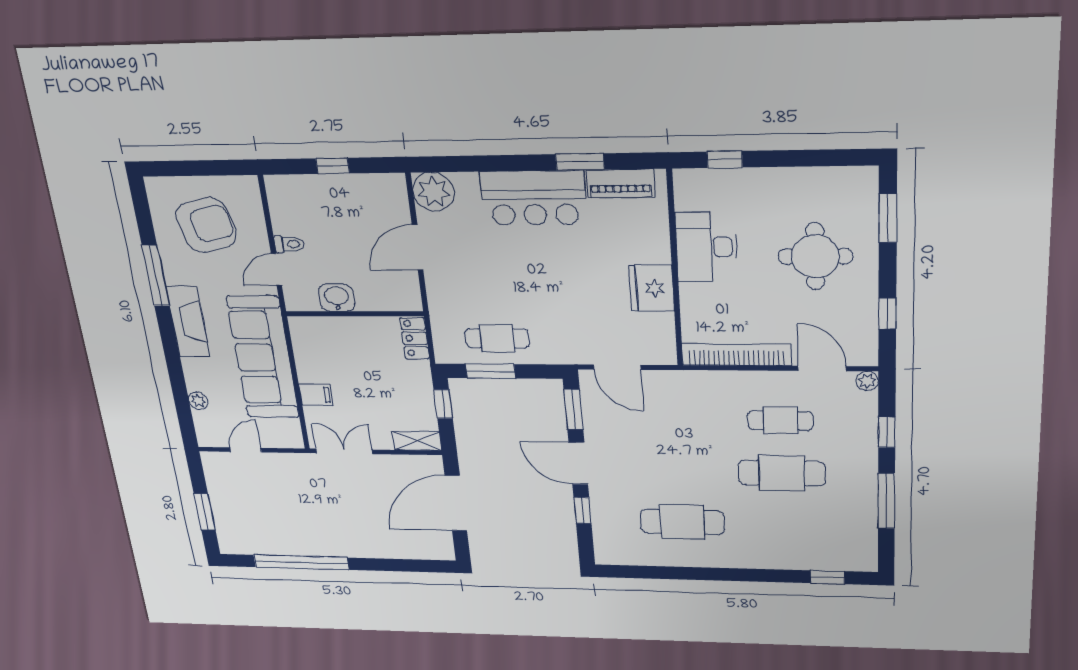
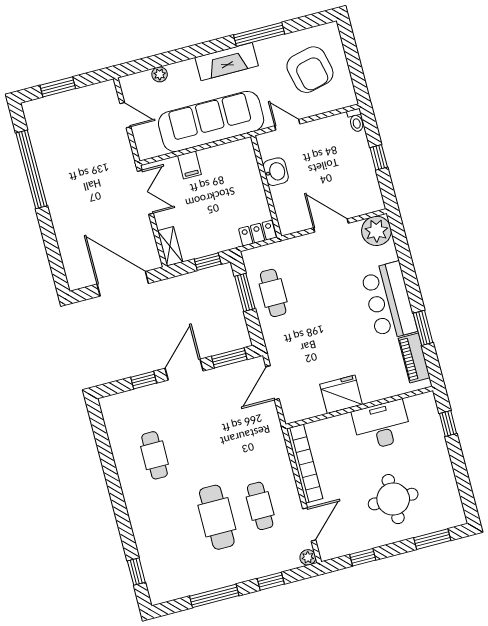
toilet: (289, 244) -> (356, 121), moved
cafe table: (682, 522) -> (155, 455), width x0.73, depth x0.74

